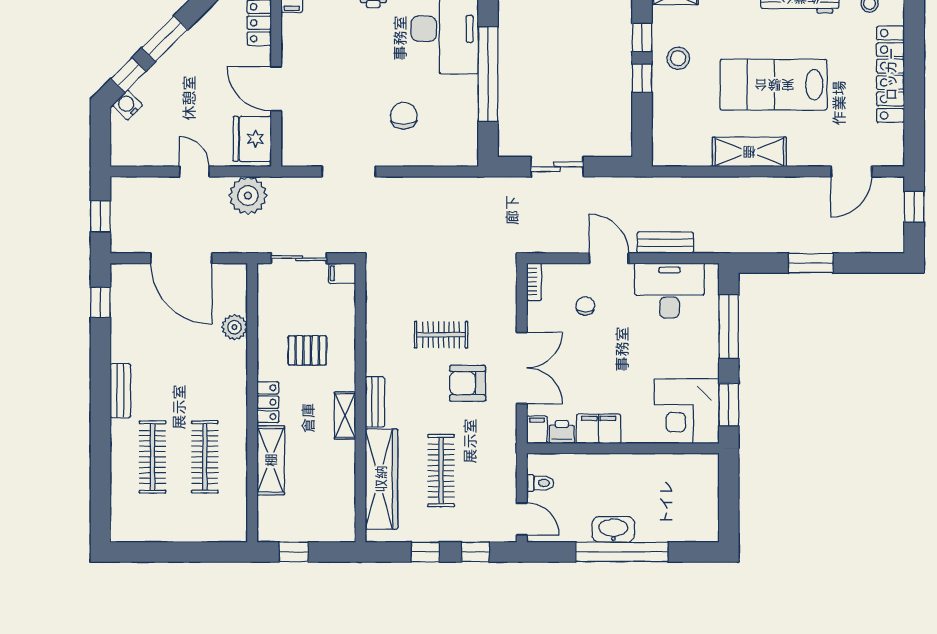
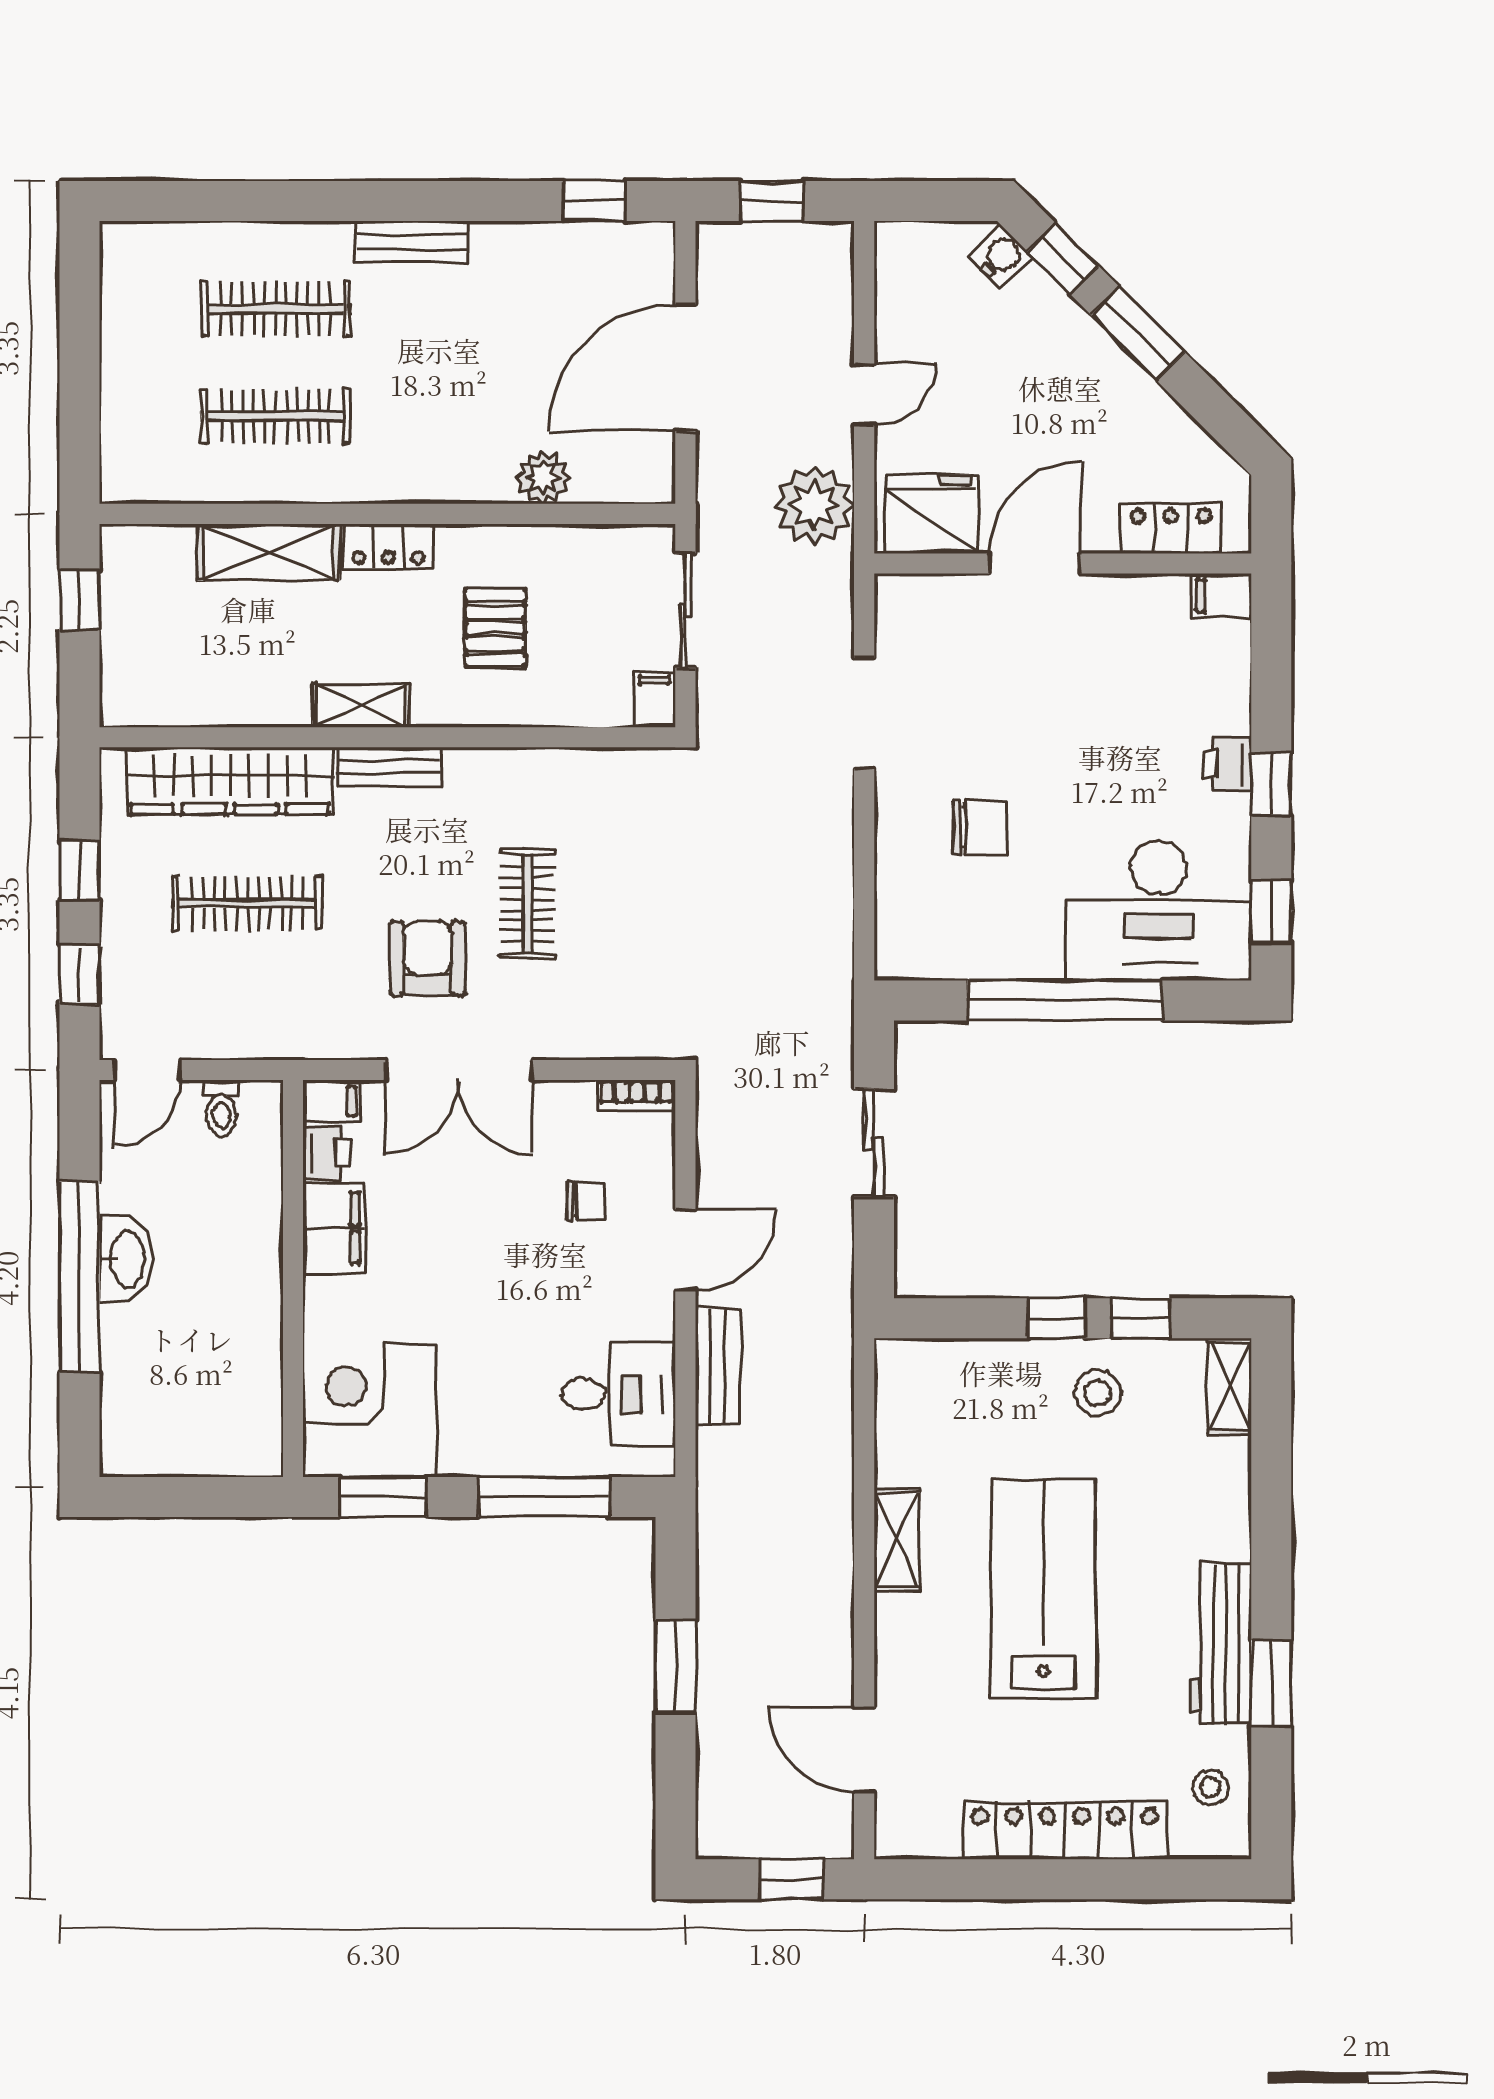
shelving: (749, 152) -> (897, 1540), width x0.67, depth x0.75
desk: (669, 291) -> (619, 1394), width x0.73

